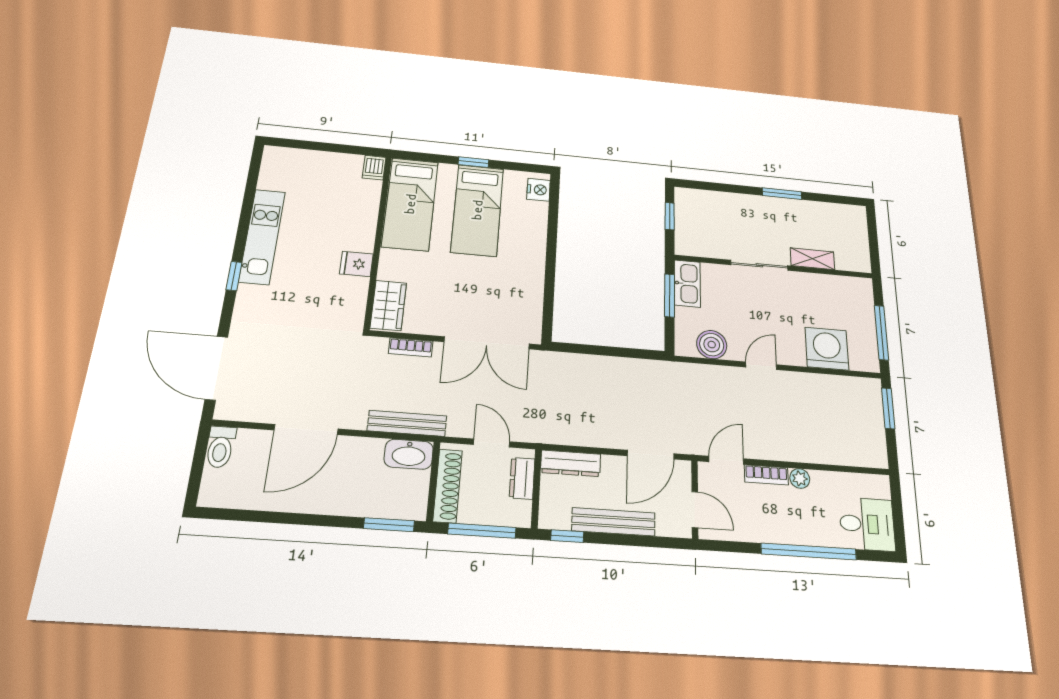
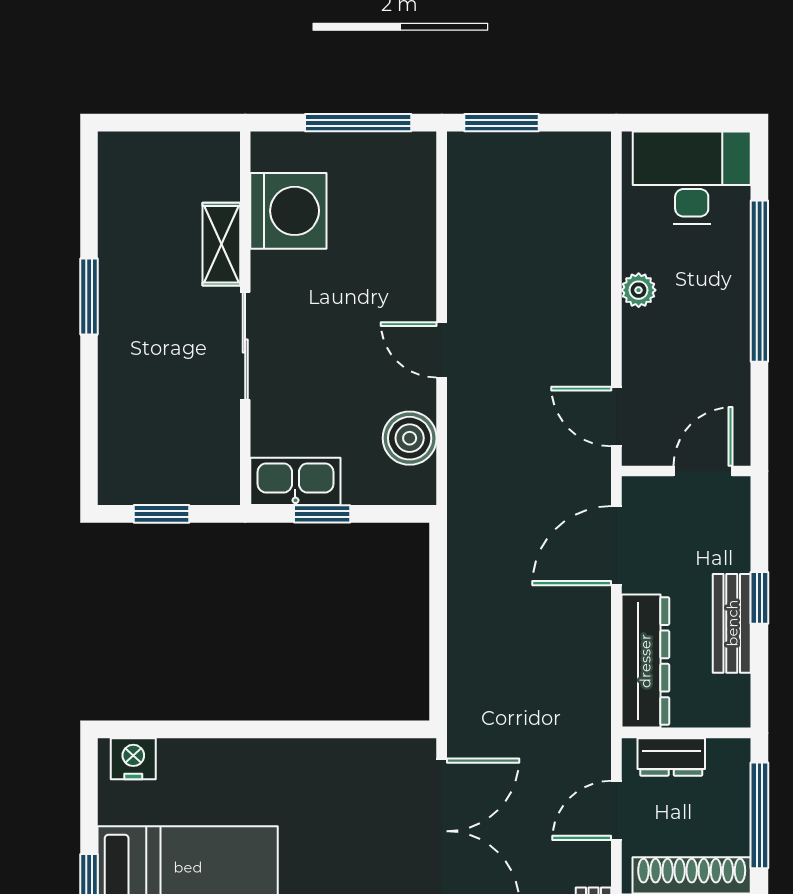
window: (670, 295) -> (322, 514), width x0.67
washing machine: (827, 349) -> (288, 211), moved, turned 180
door: (651, 455) -> (616, 546), swing flipped
dresser: (571, 463) -> (645, 661), width x1.37, depth x1.24
bookcase: (766, 475) -> (636, 348), removed
bench: (614, 522) -> (732, 623), width x0.73
desk: (867, 524) -> (692, 178), width x1.37
window: (567, 536) -> (759, 598), moved

